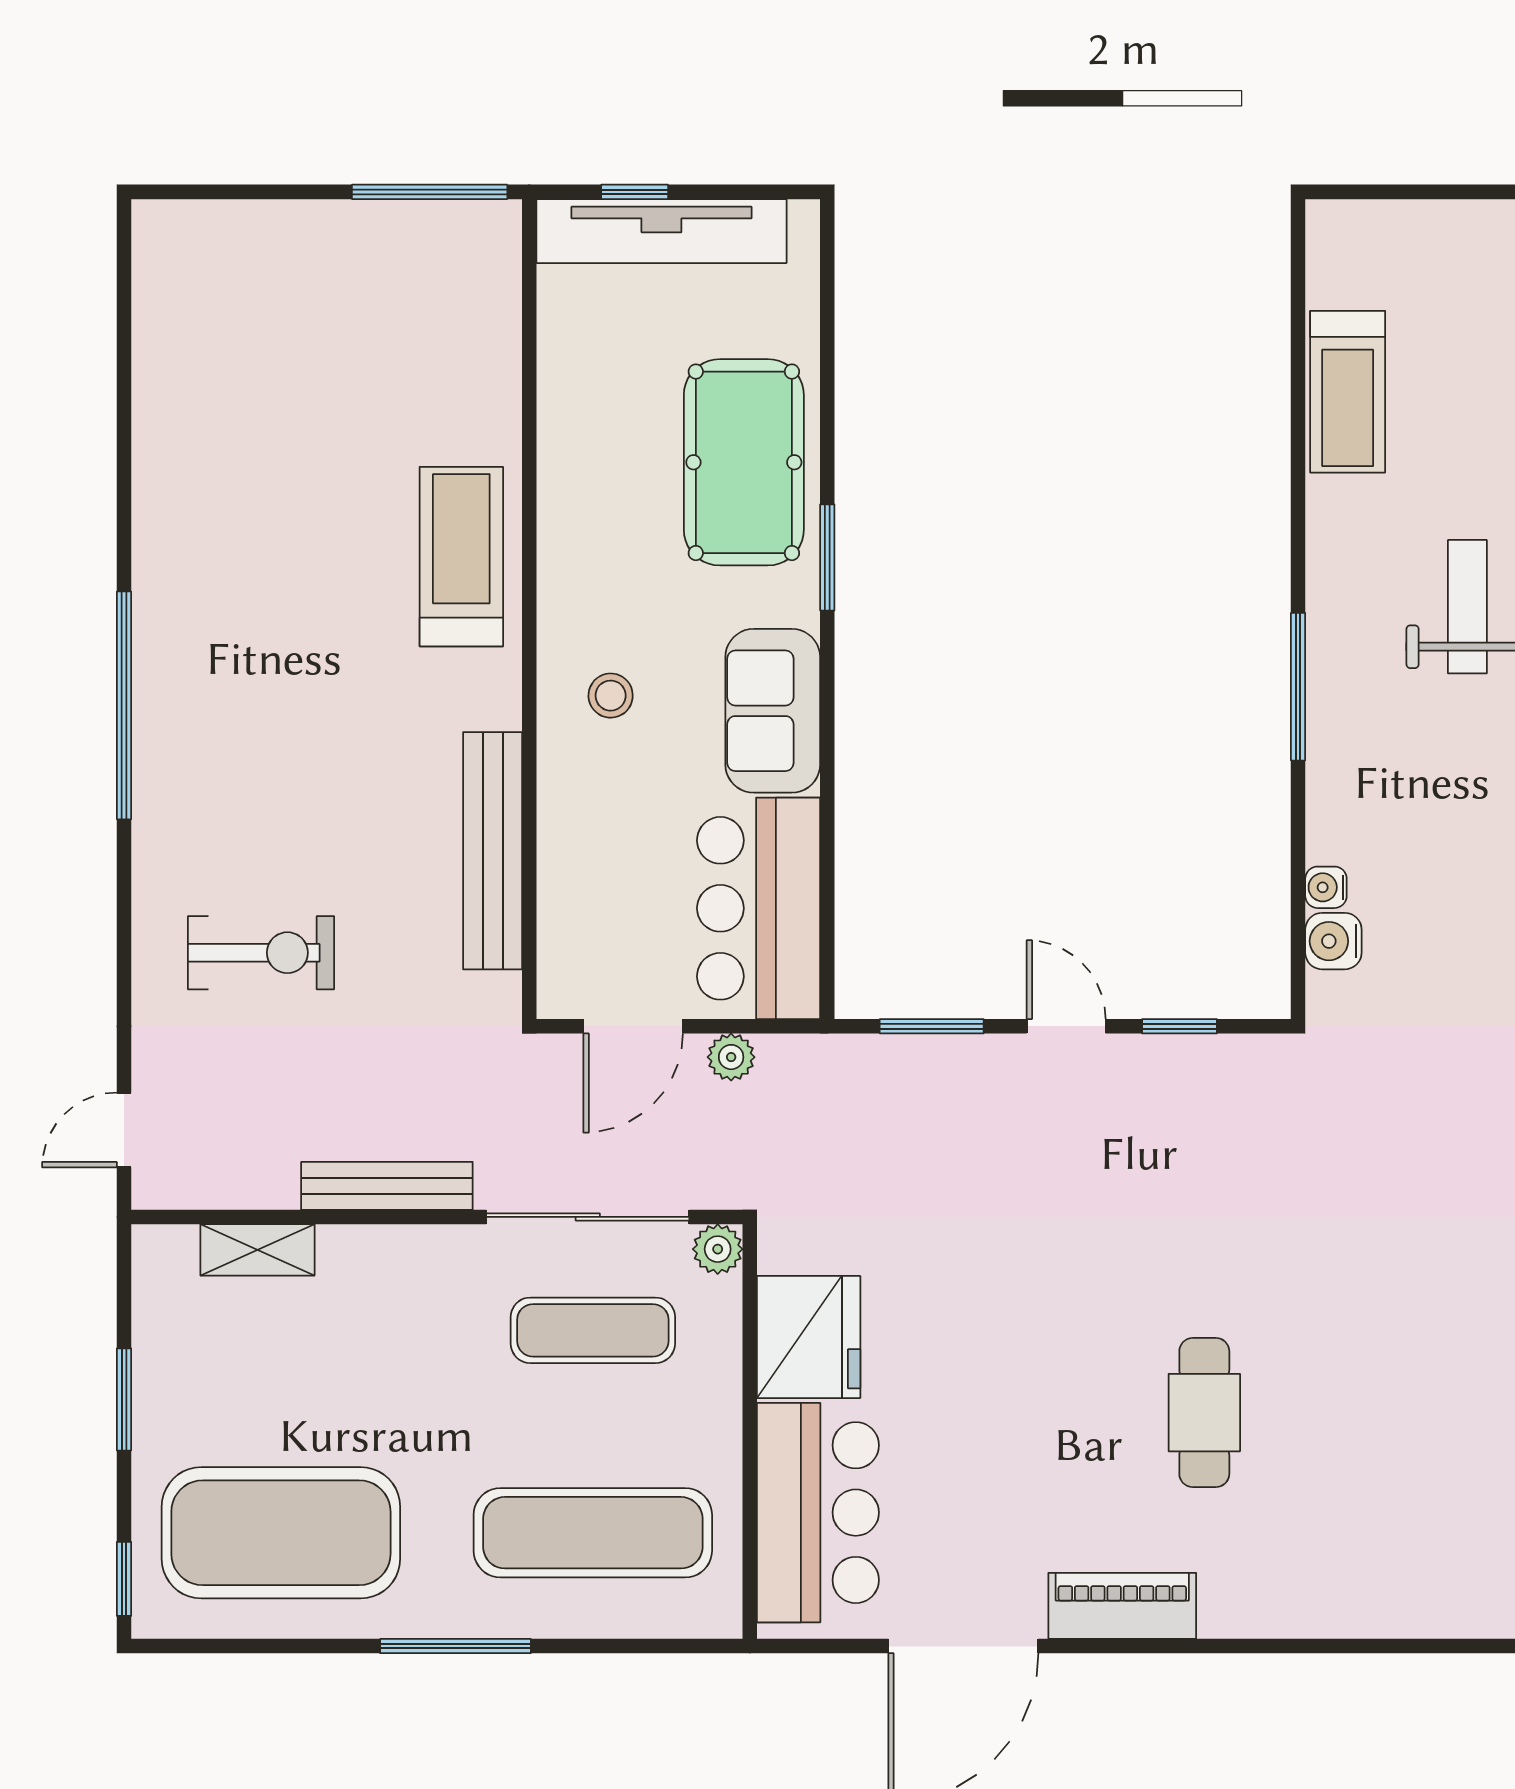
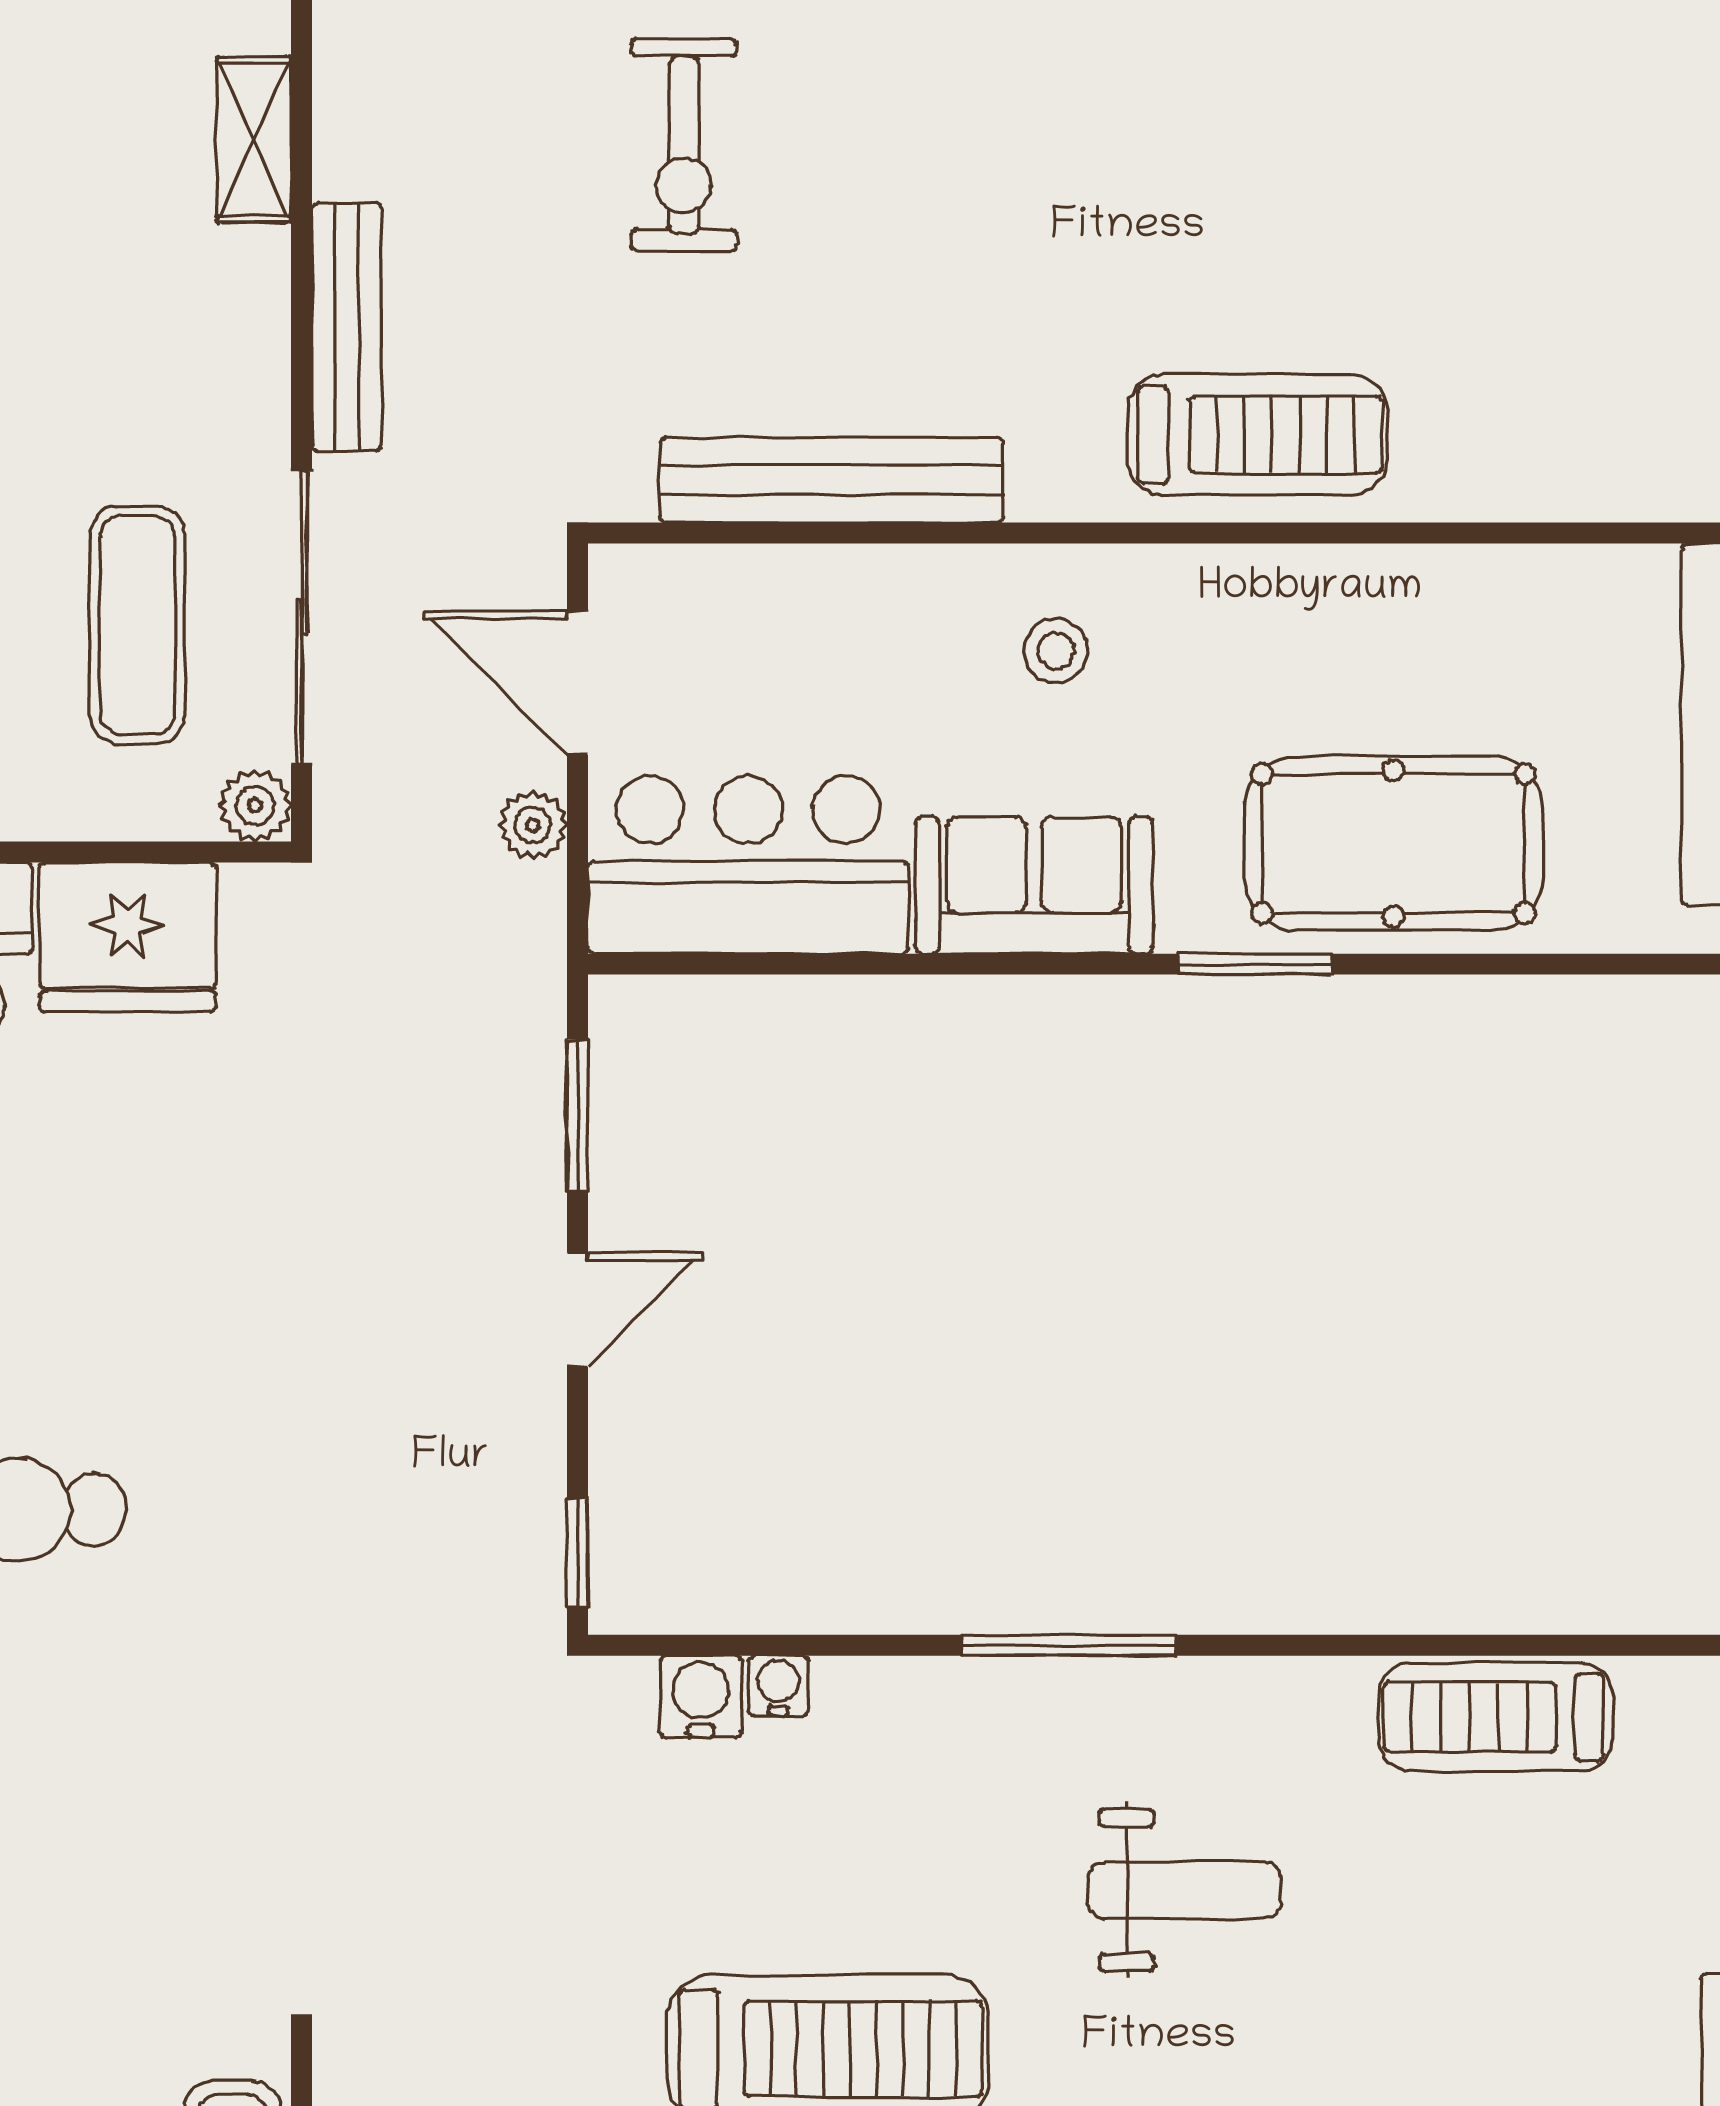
window: (1179, 1026) -> (577, 1553), moved

